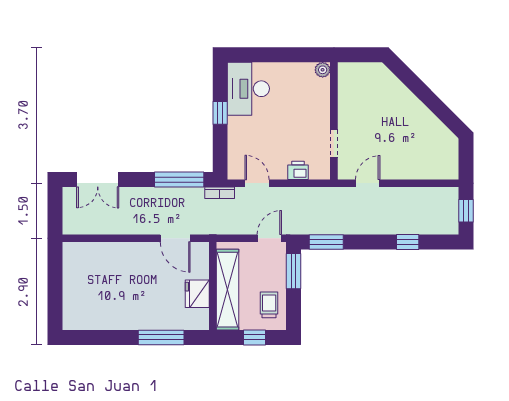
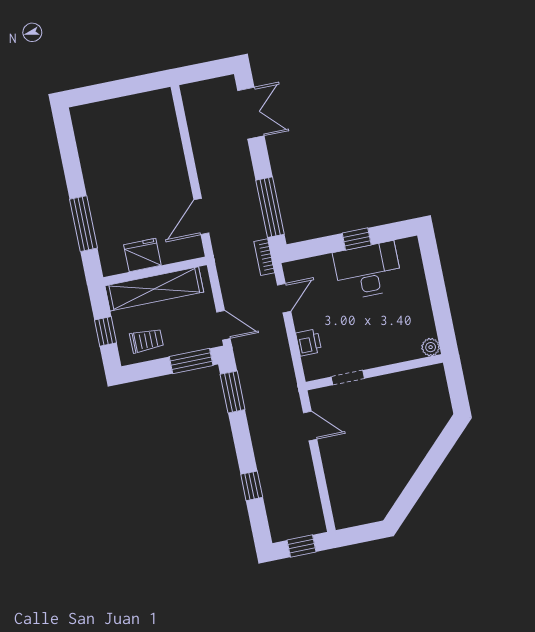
desk: (248, 89) -> (368, 271), moved
double door: (98, 180) -> (251, 113), swing flipped

